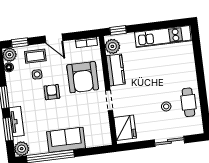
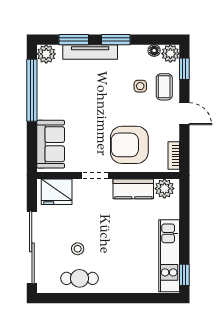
window: (118, 30) -> (184, 275), moved
door: (54, 38) -> (184, 114), swing flipped
armchair: (52, 92) -> (115, 103), removed
tv unit: (17, 122) -> (90, 52), width x1.41
sofa: (66, 140) -> (51, 144), moved
sliding door: (169, 141) -> (32, 247), width x1.86

